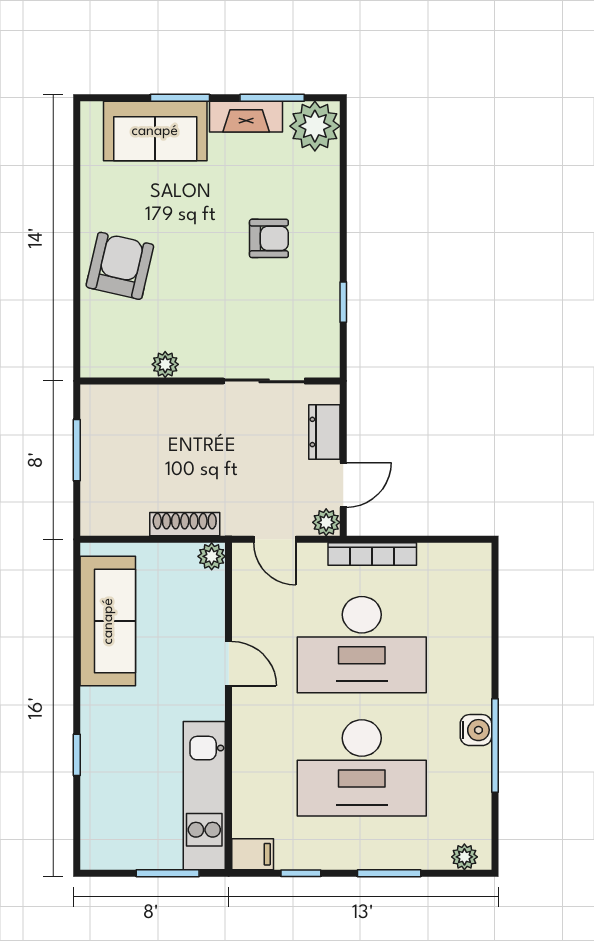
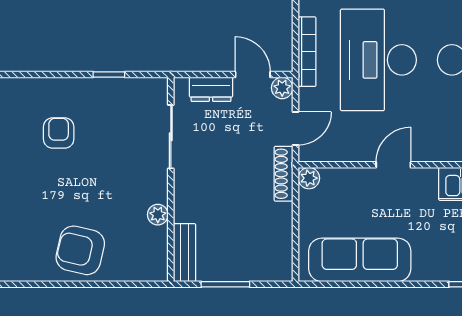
bench: (117, 398) -> (184, 253), added
shoe rack: (185, 524) -> (284, 174), moved
desk: (362, 645) -> (378, 60), turned 180

